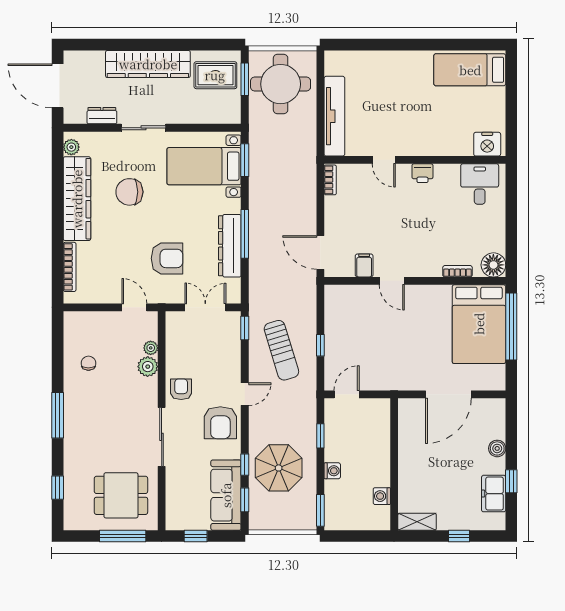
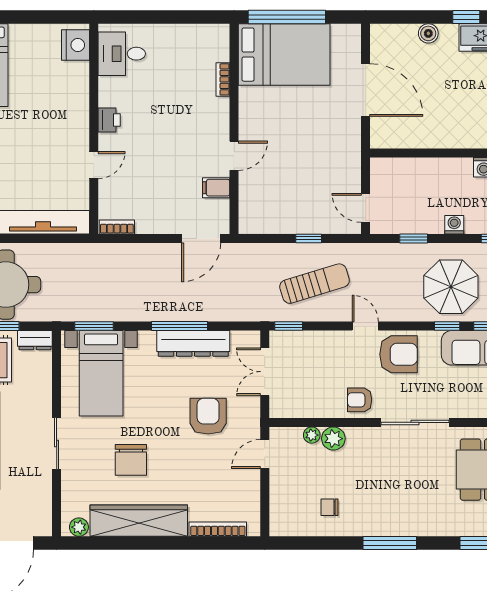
dresser: (102, 116) -> (35, 340), moved, turned -90
floor lamp: (493, 265) -> (216, 38), removed

